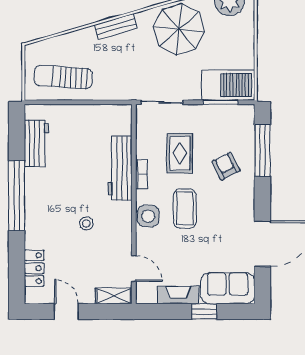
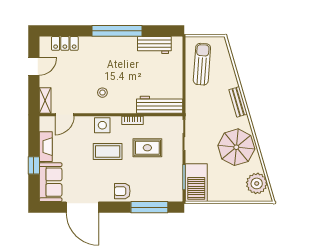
armchair: (226, 166) -> (122, 191), moved, turned -153
workbench: (120, 168) -> (160, 105), moved
stool: (86, 223) -> (102, 93), moved

